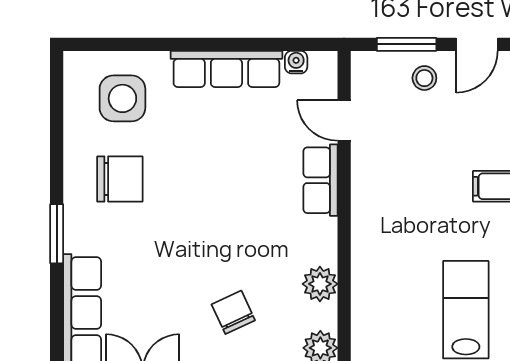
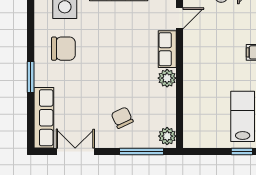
door: (344, 120) -> (180, 18), swing flipped
plant: (320, 284) -> (167, 78), moved

